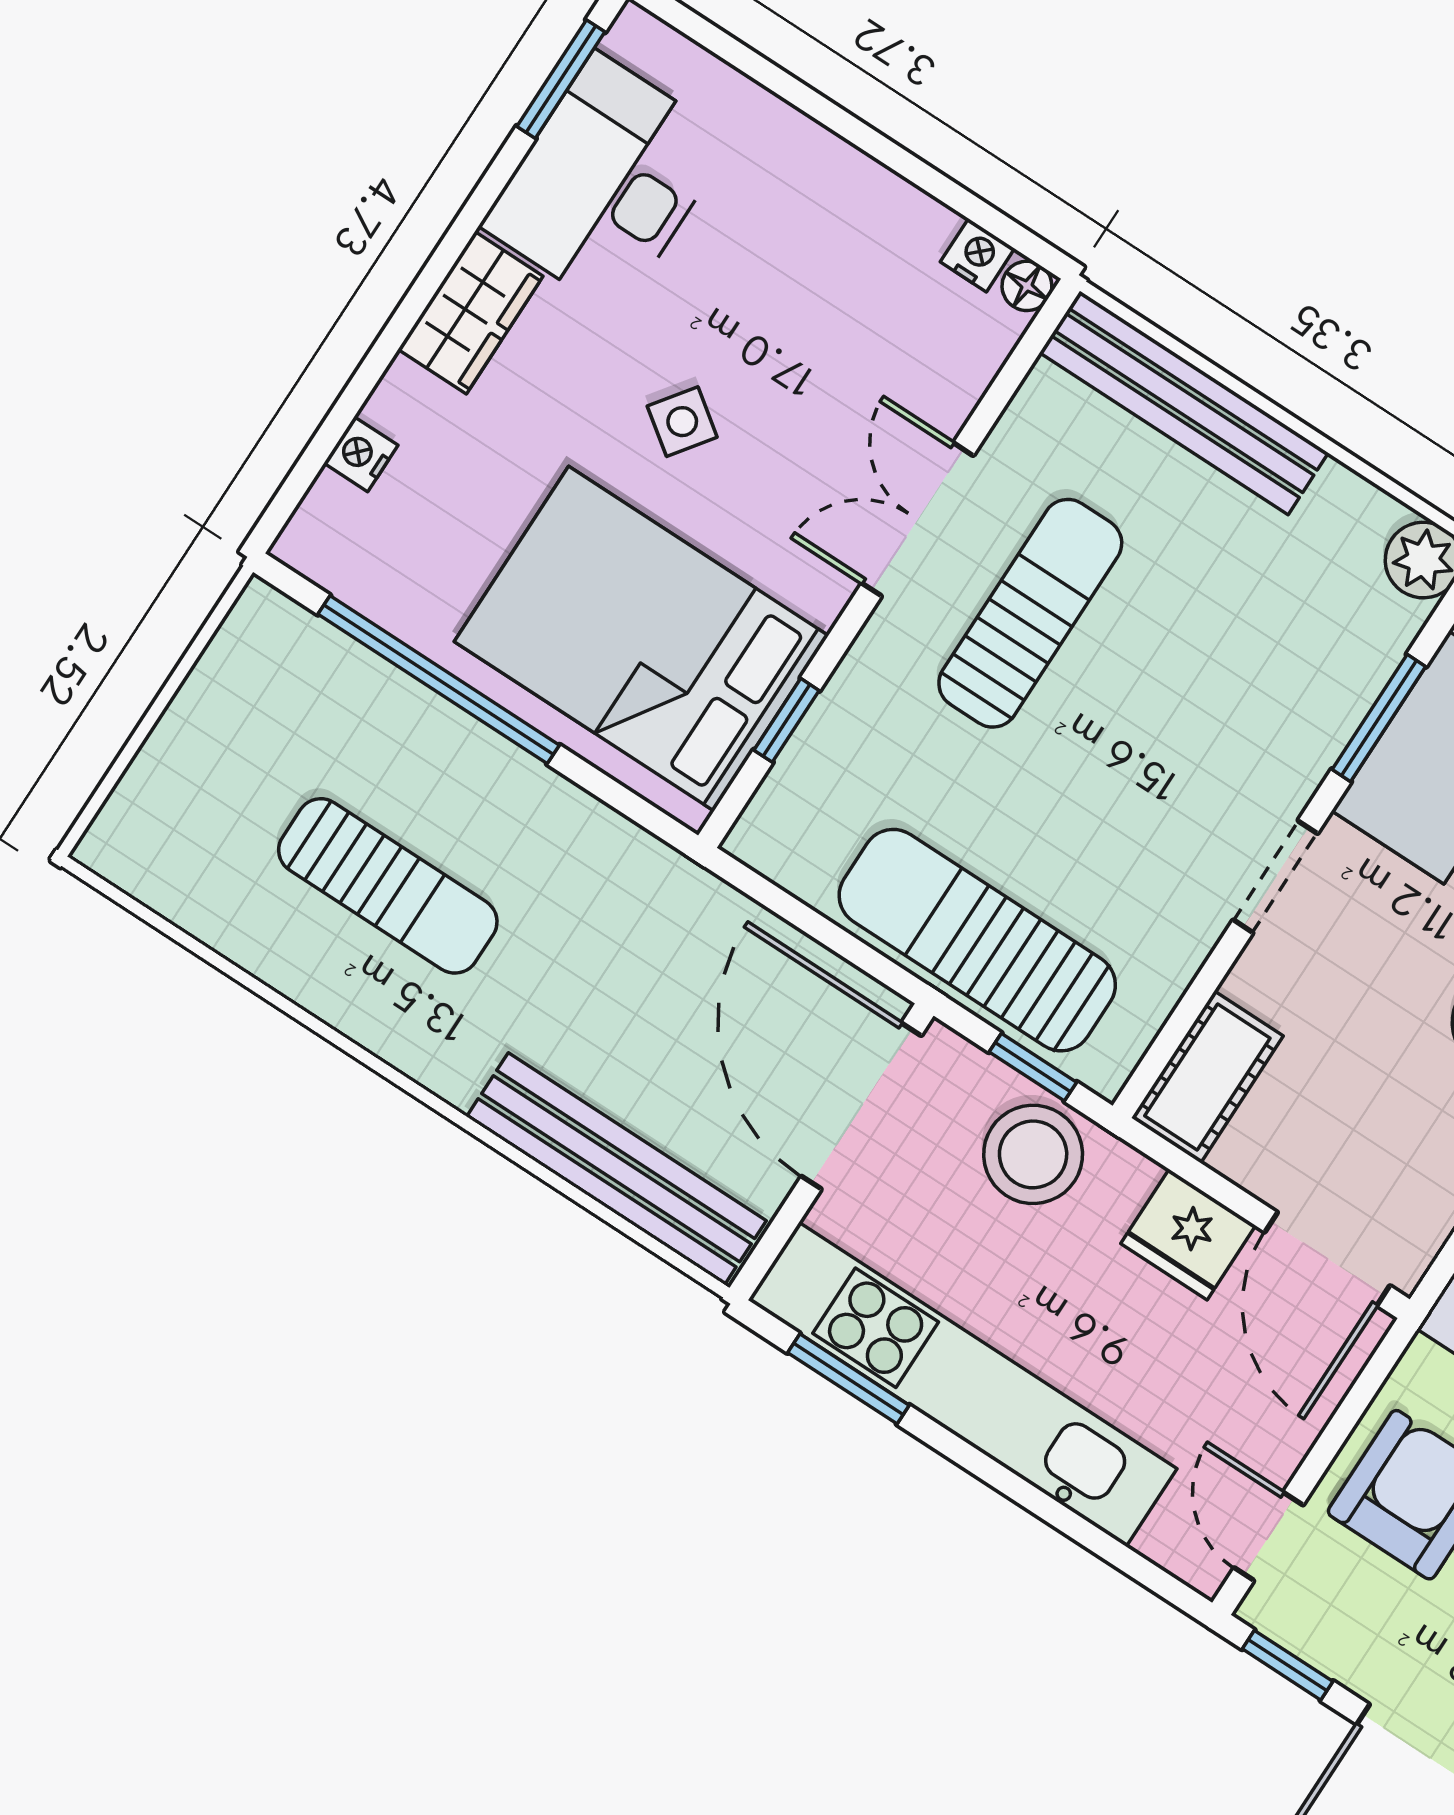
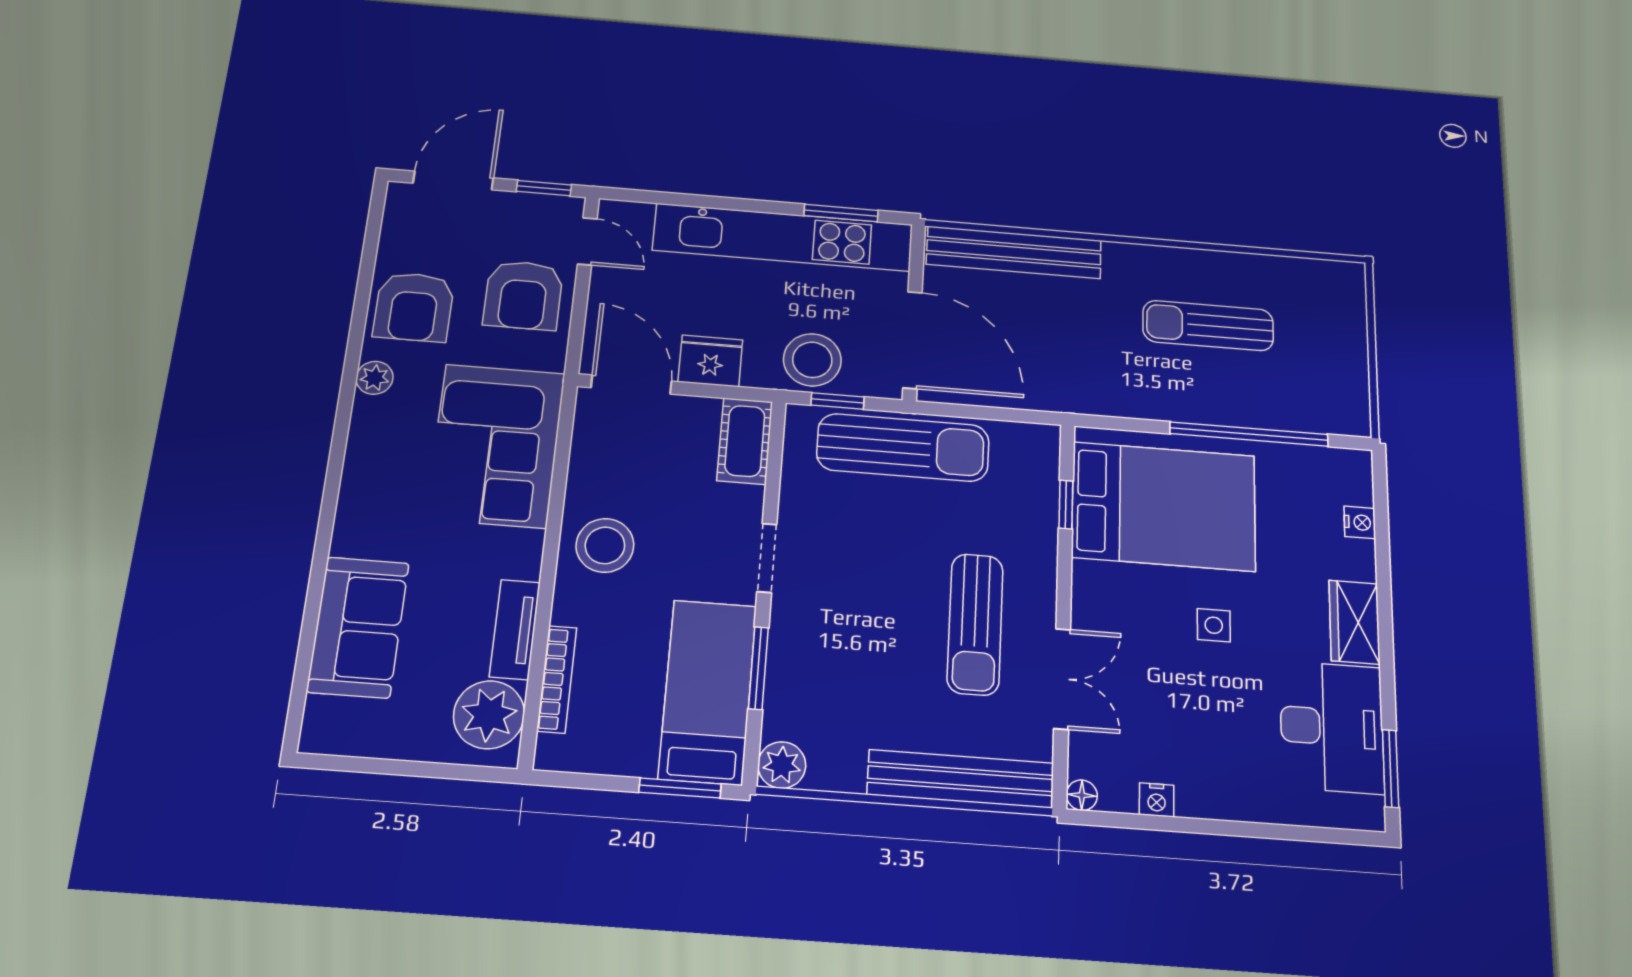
nightstand: (977, 255) -> (1157, 800), moved
side table: (682, 422) -> (1214, 625), turned -36
double door: (918, 519) -> (1062, 679), moved

